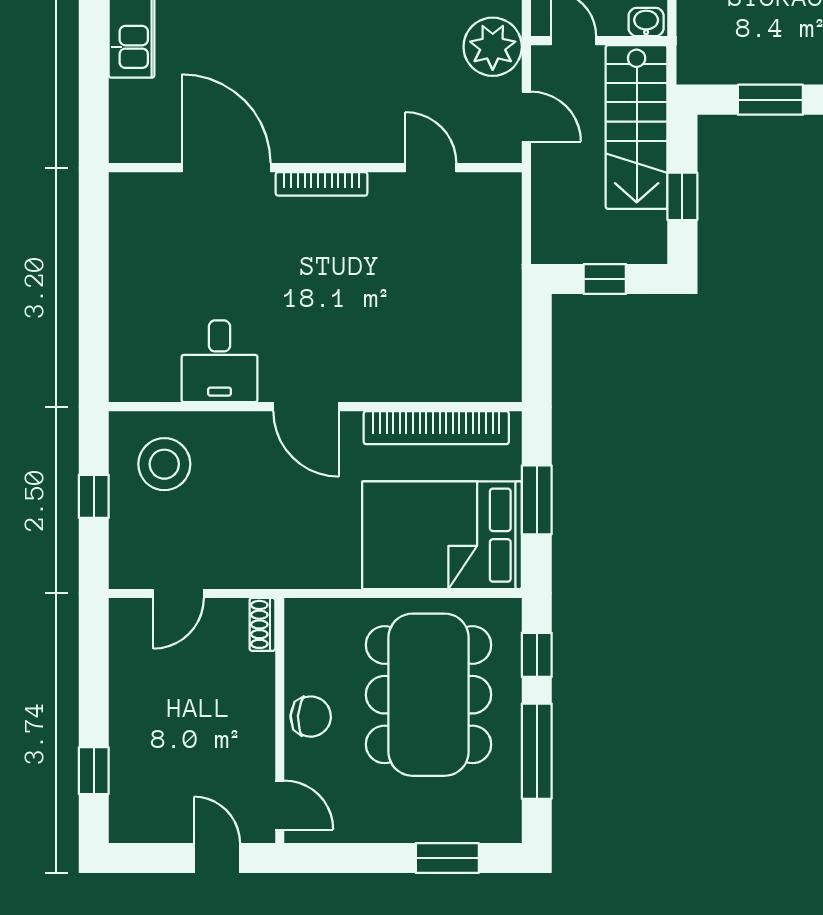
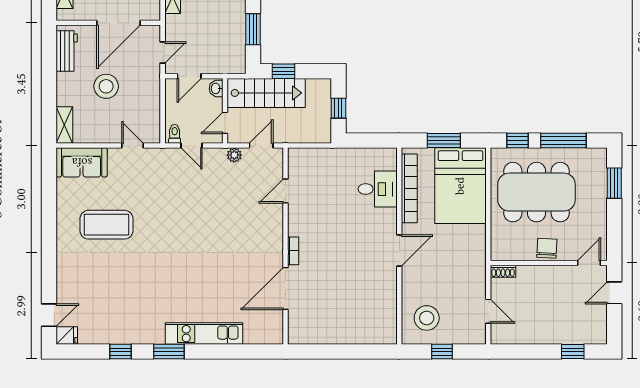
plant: (493, 47) -> (234, 155), width x0.53, depth x0.53
bookcase: (322, 184) -> (293, 251), width x0.64
window: (682, 196) -> (284, 71), moved
desk: (219, 361) -> (378, 189), moved

